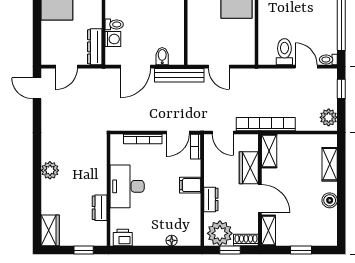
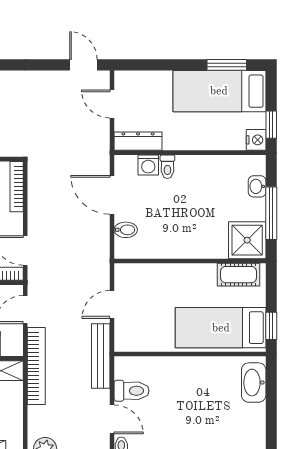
door: (306, 67) -> (112, 419), hinge flipped
bench: (179, 75) -> (101, 356), moved
door: (37, 88) -> (83, 65), hinge flipped
bookcase: (143, 139) -> (17, 187), moved

